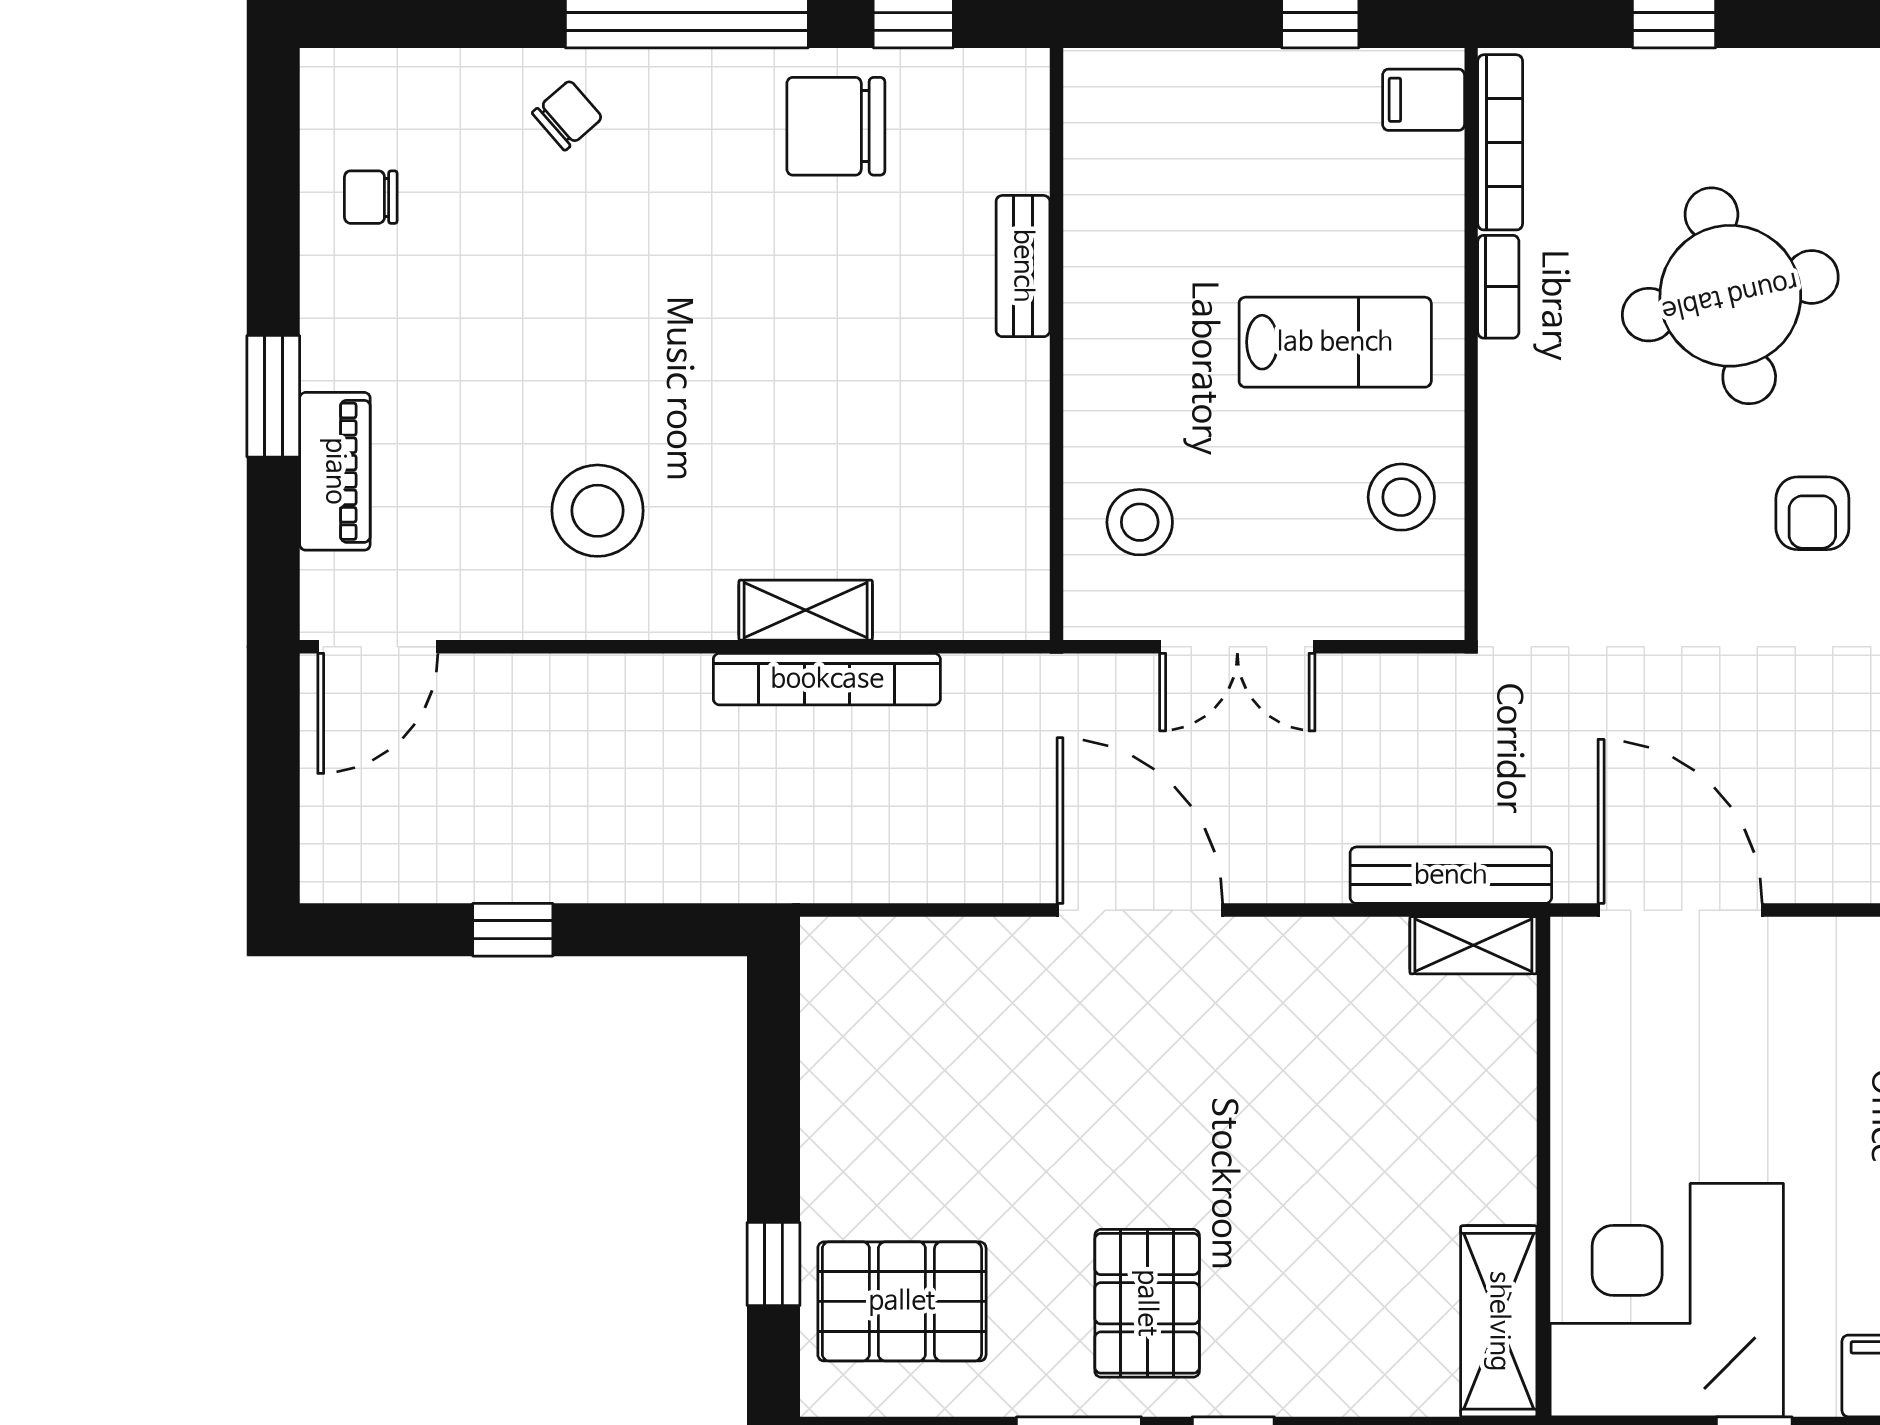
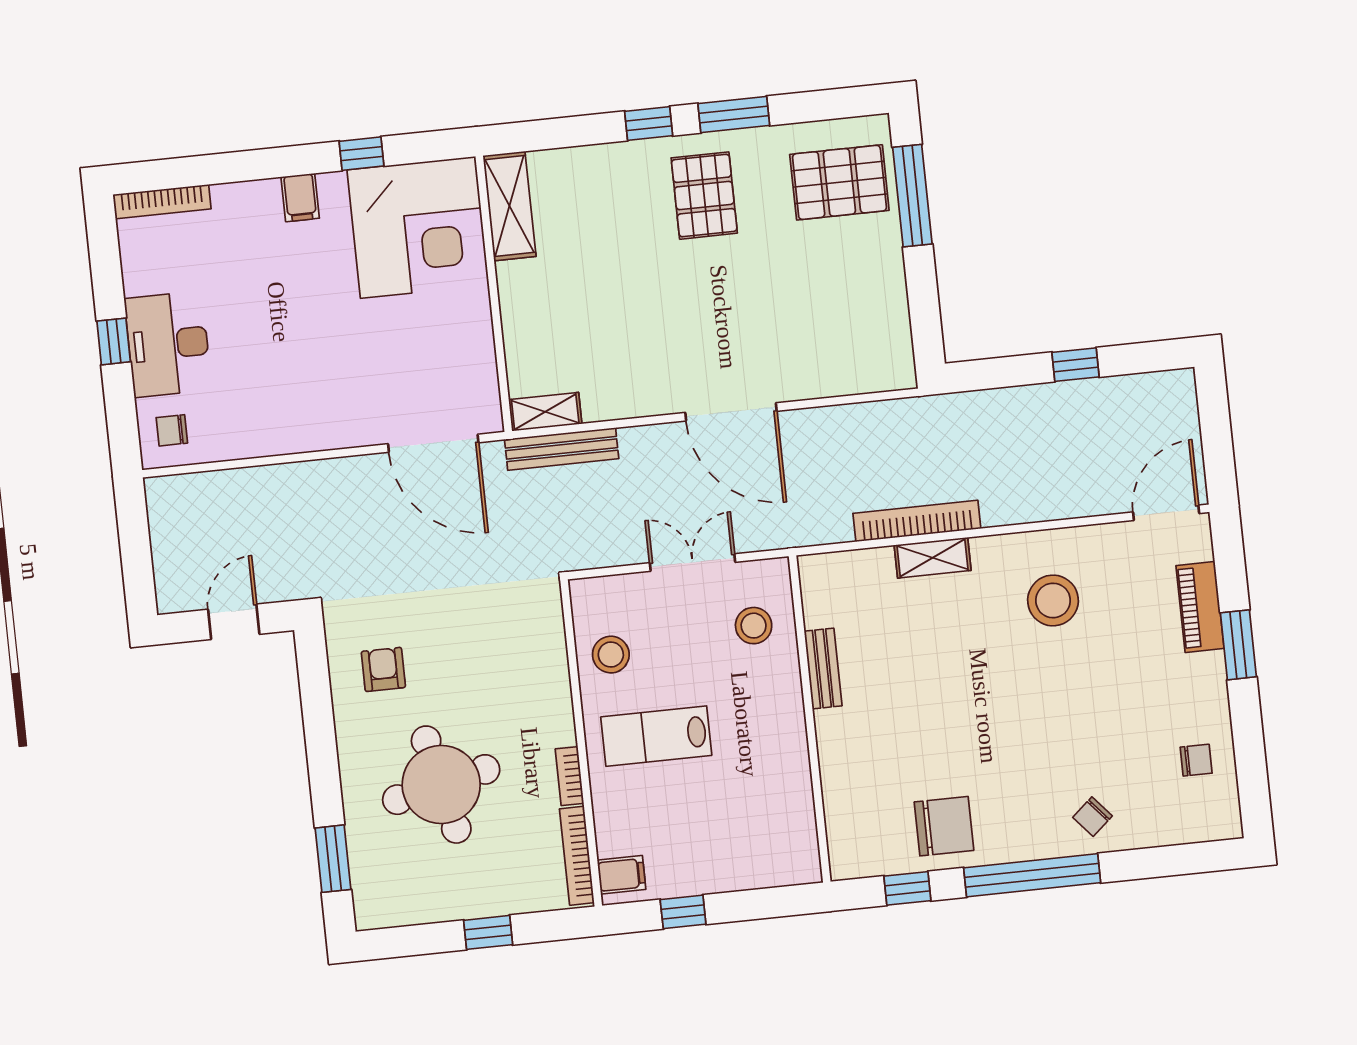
bench: (1023, 266) -> (823, 669), moved
window: (773, 1264) -> (912, 196), width x2.17

